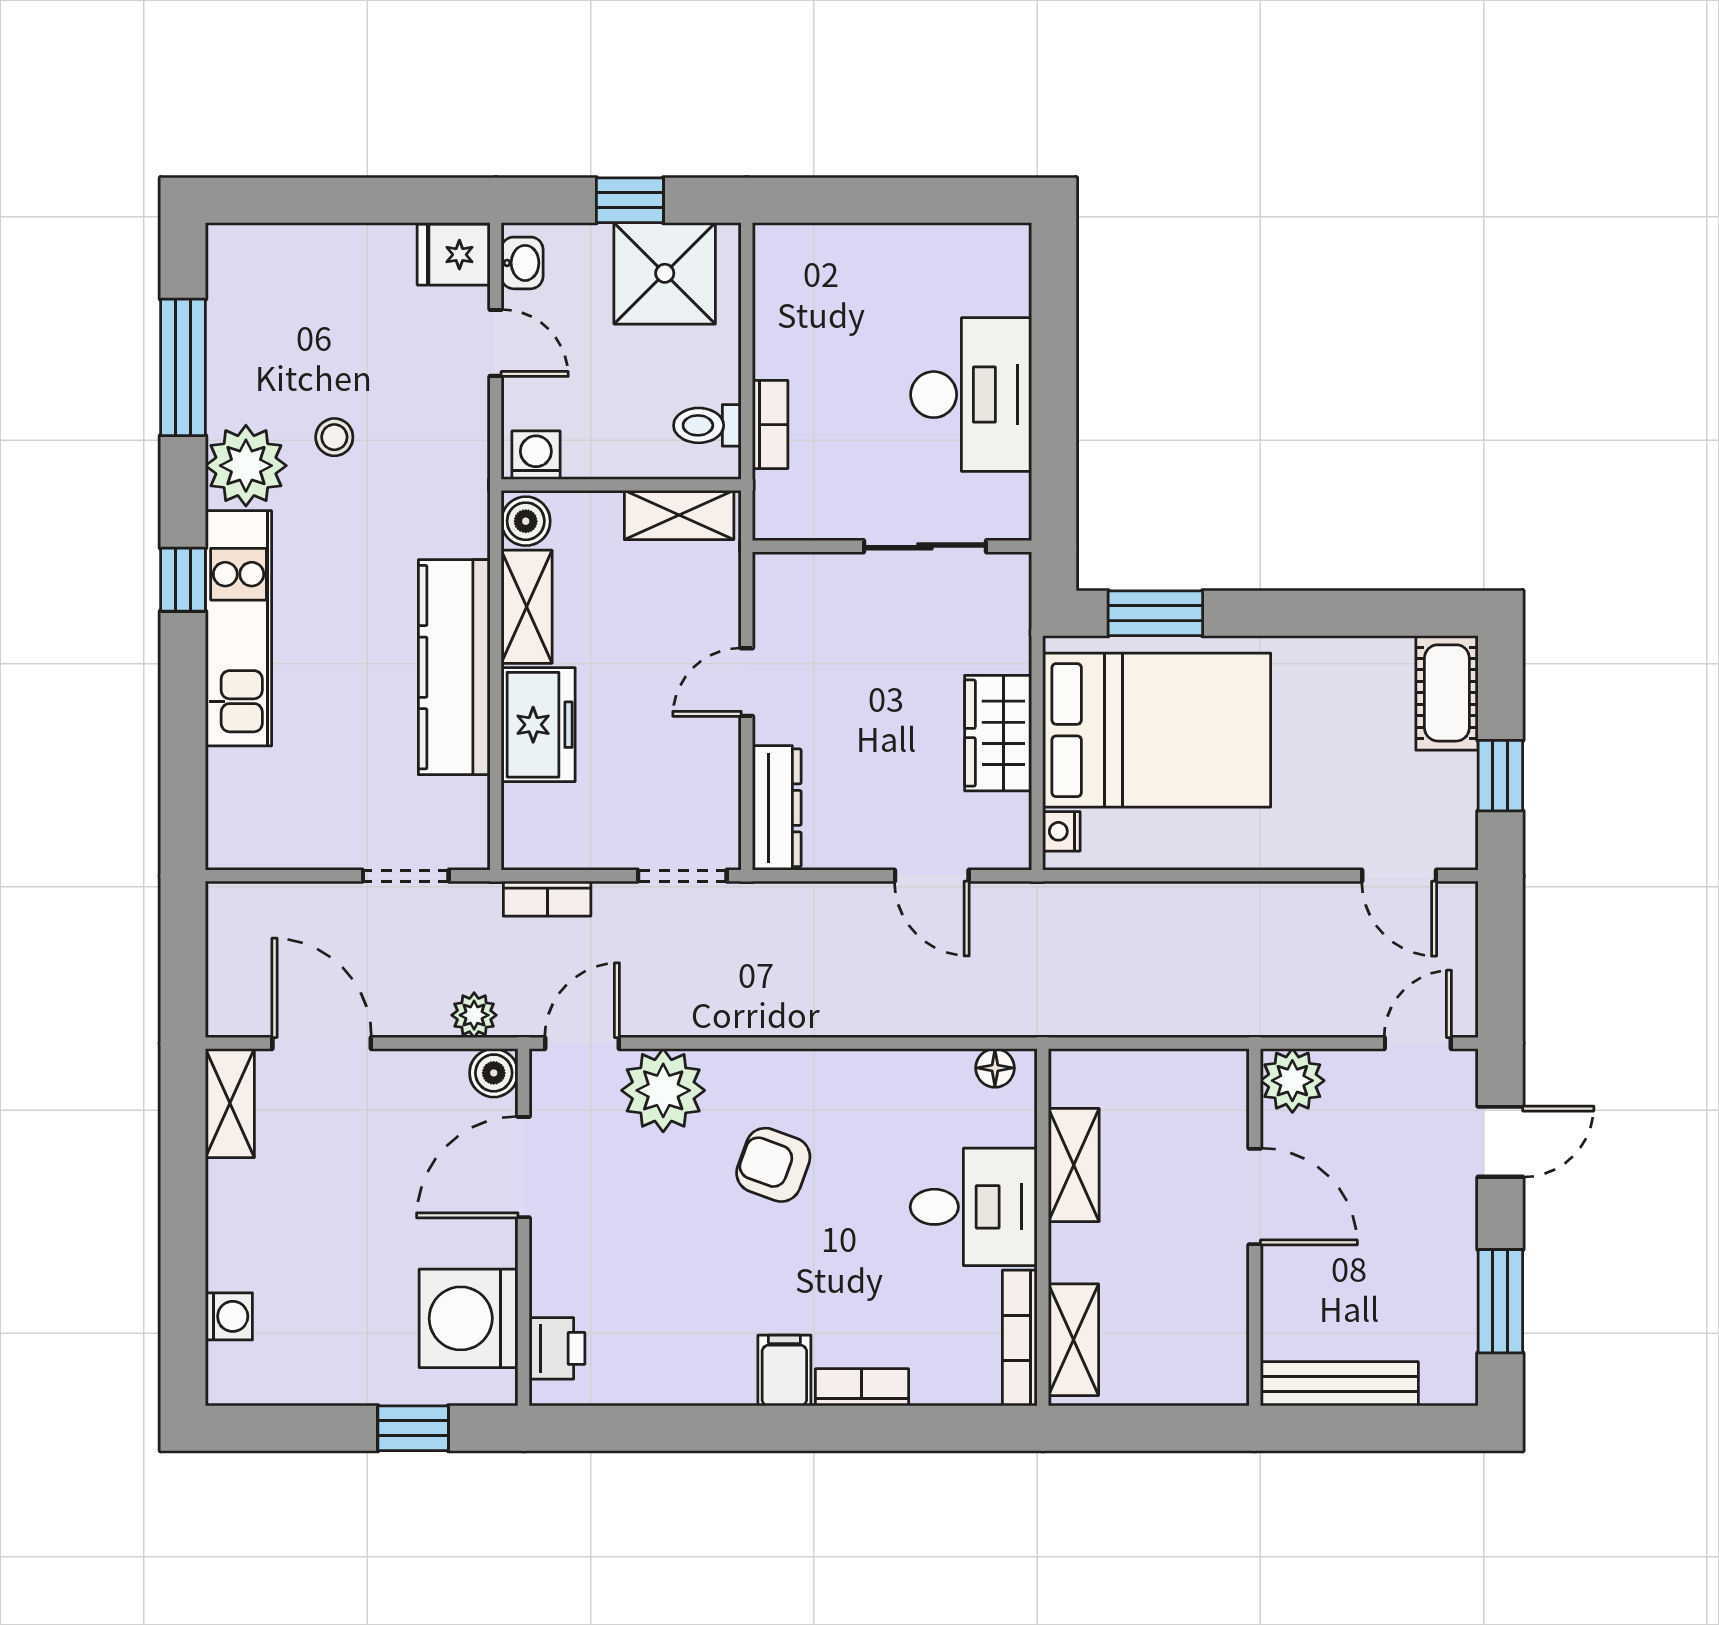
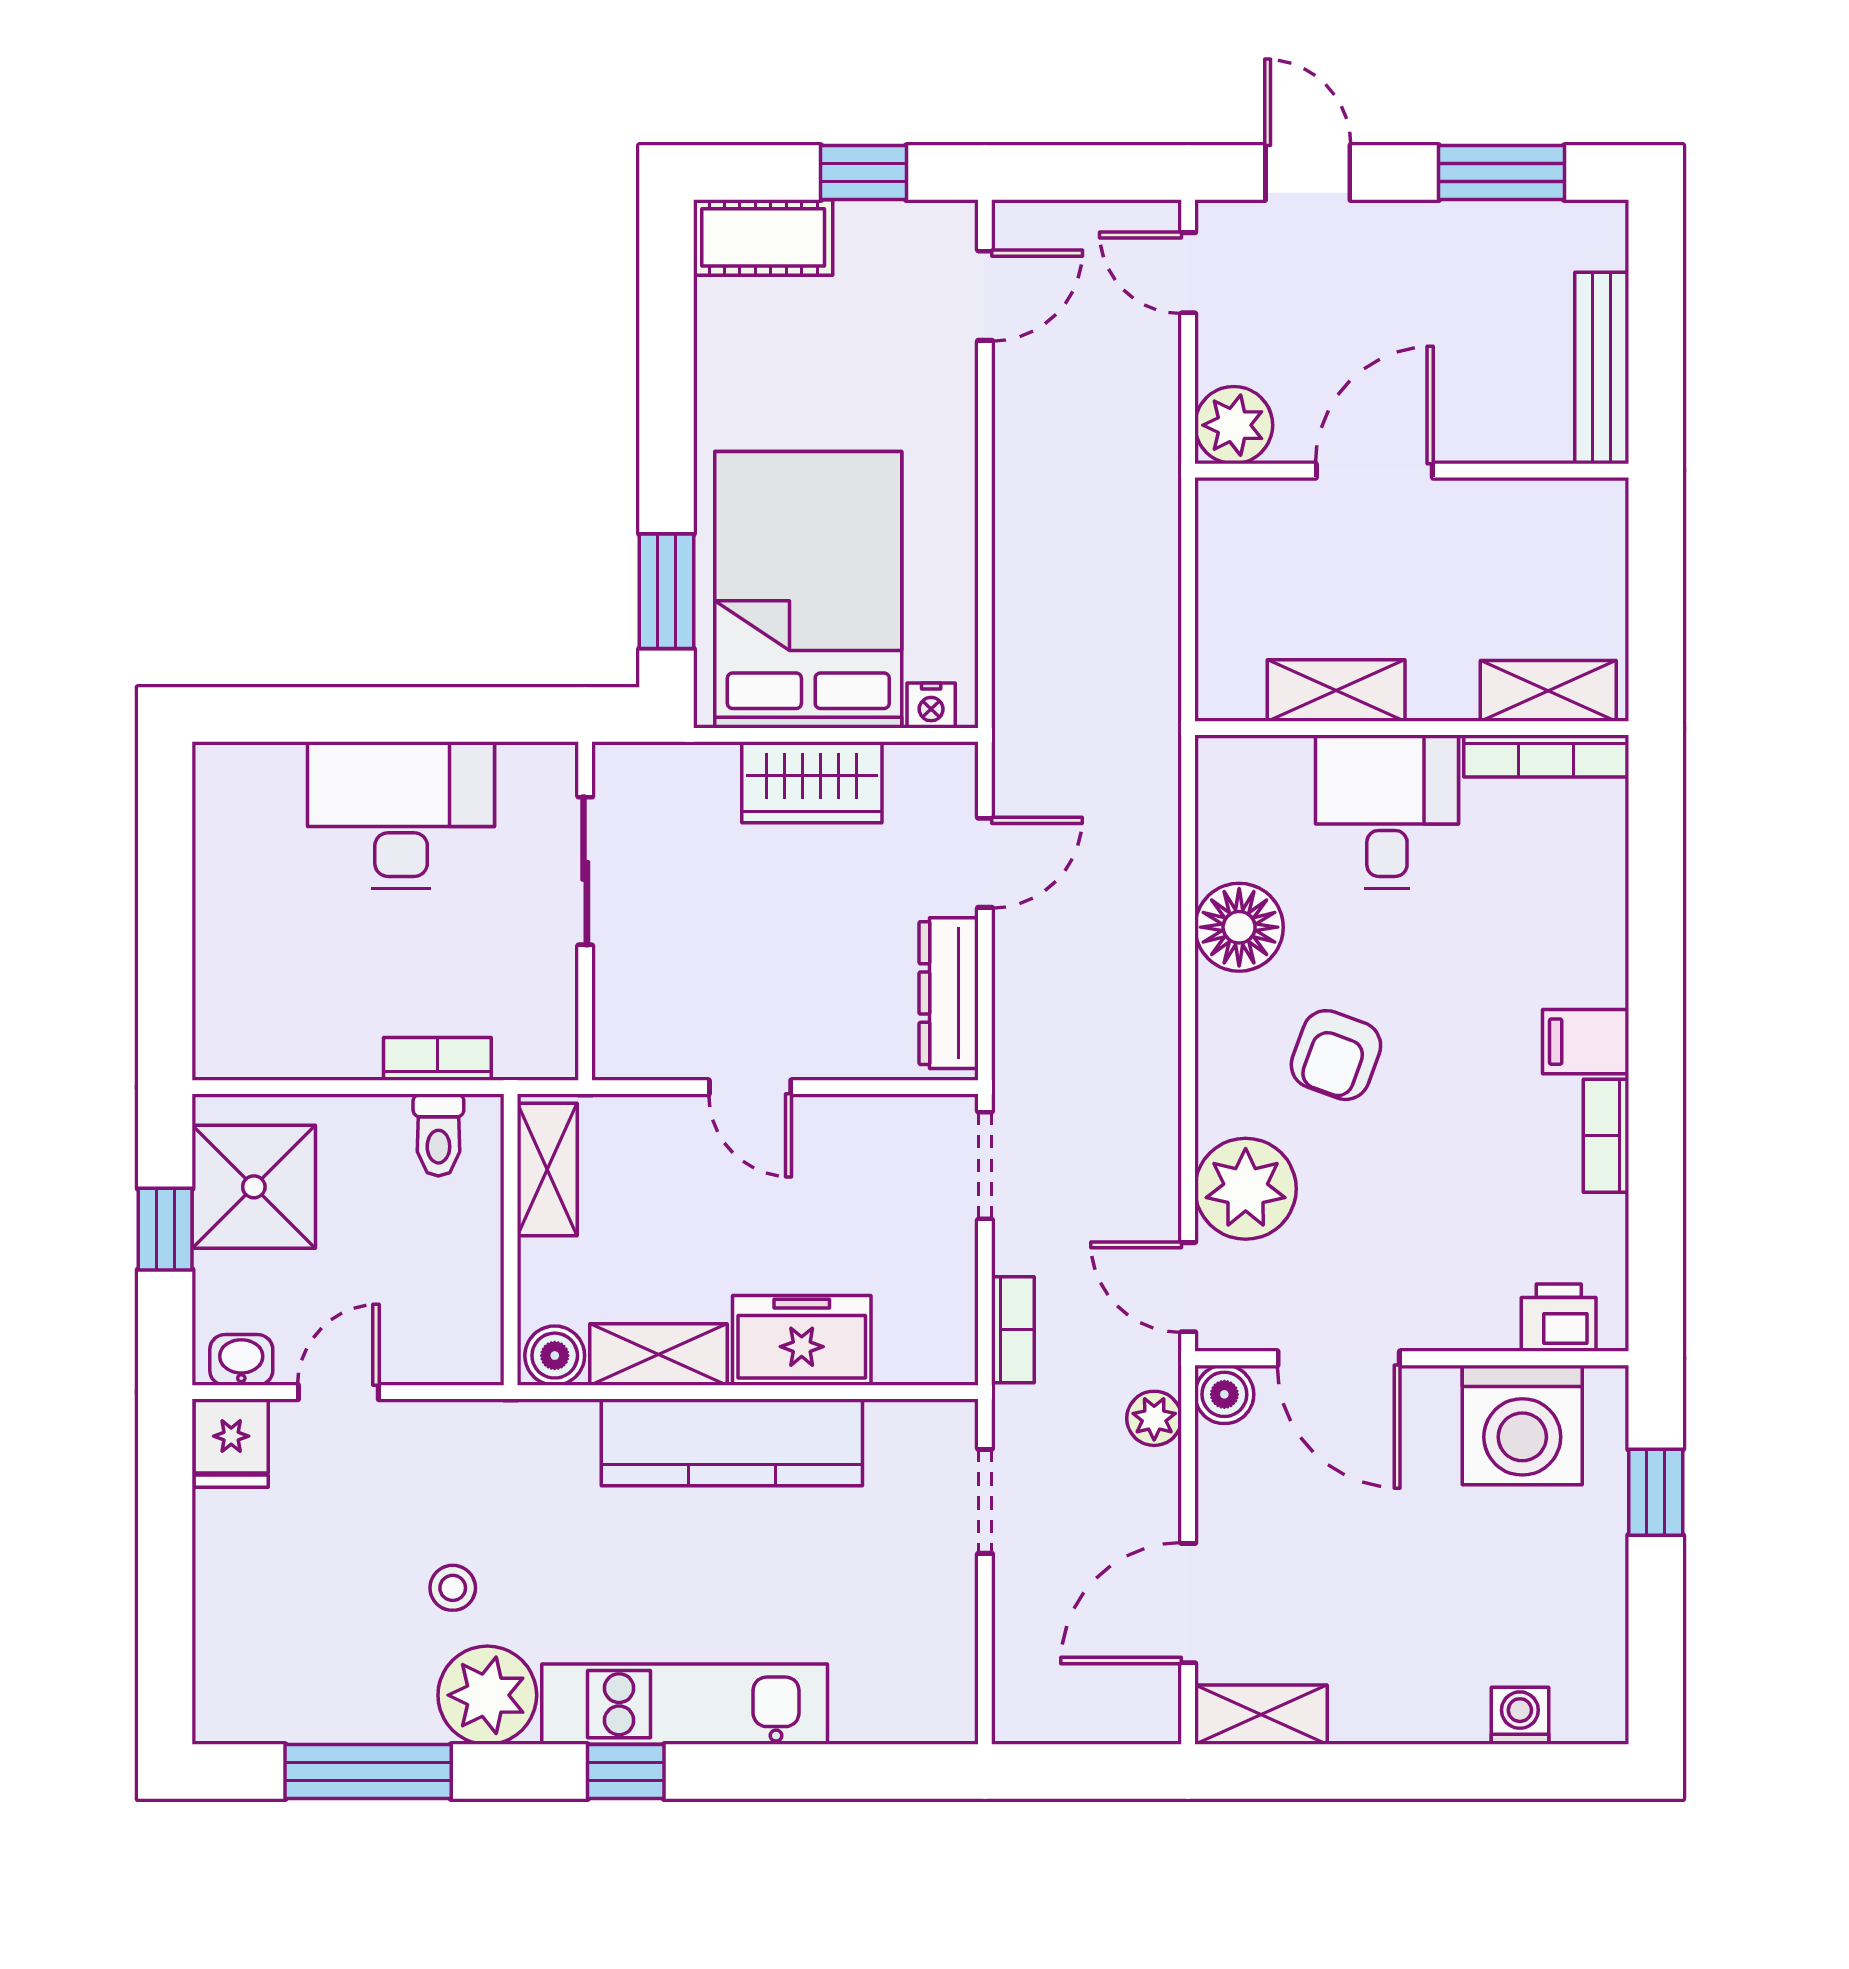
washing machine: (536, 455) -> (475, 1343), removed
dresser: (777, 808) -> (949, 993), moved, turned -90
floor lamp: (995, 1068) -> (1239, 927), moved, width x1.89, depth x1.89
bookcase: (862, 1387) -> (1606, 1136), moved

